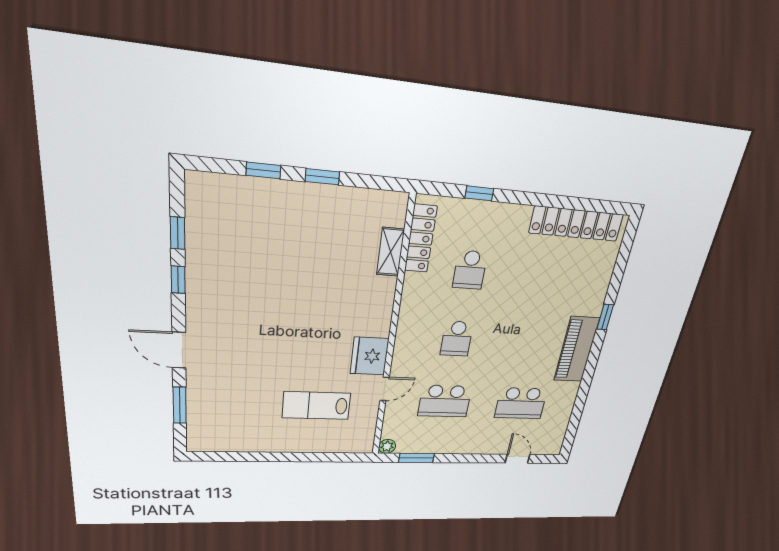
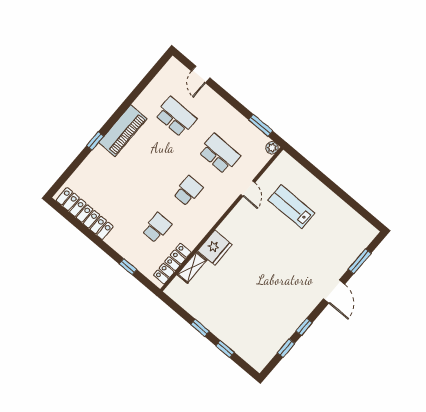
fridge: (369, 356) -> (215, 248), moved
door: (384, 389) -> (248, 189), swing flipped
lab bench: (316, 406) -> (291, 207), turned 180

